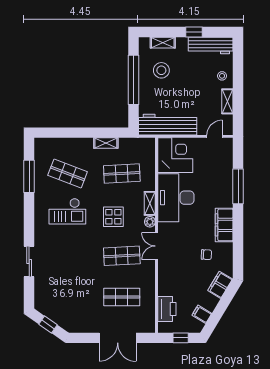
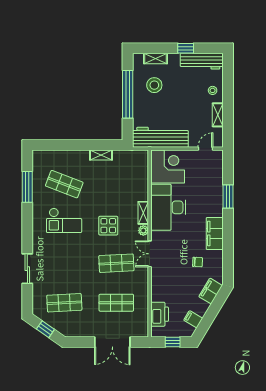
shop shelf: (122, 173) -> (64, 303), moved
window: (238, 186) -> (228, 197), width x0.69

